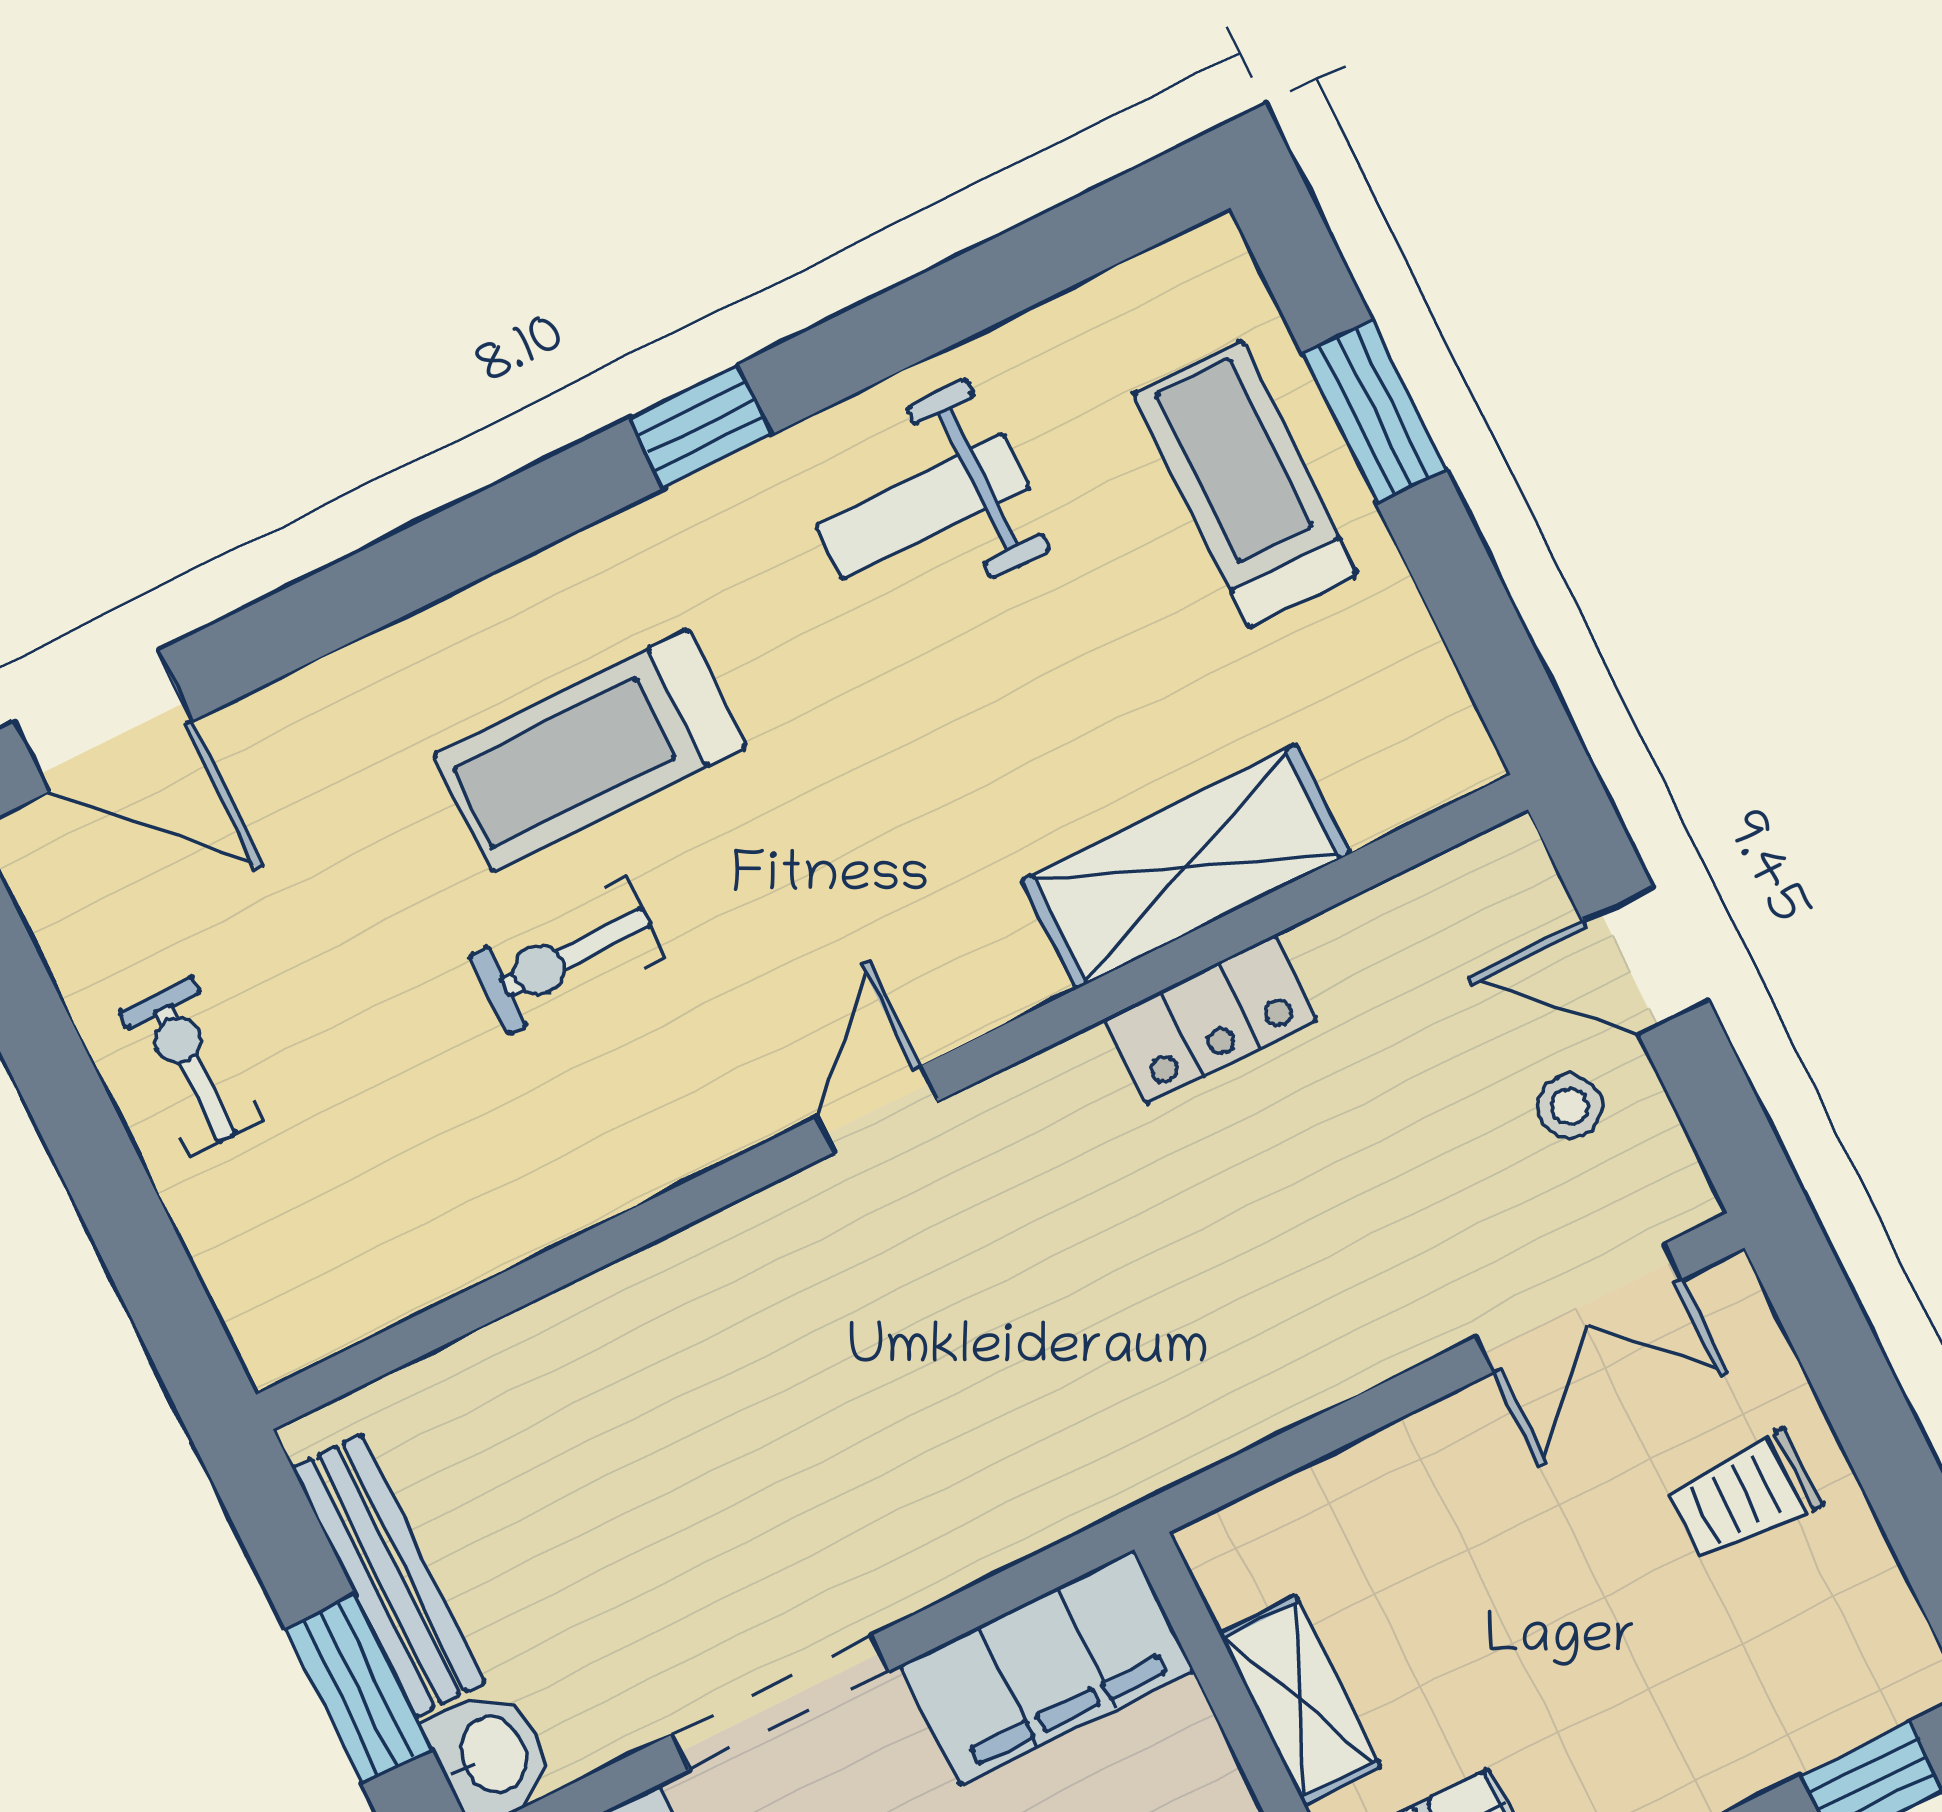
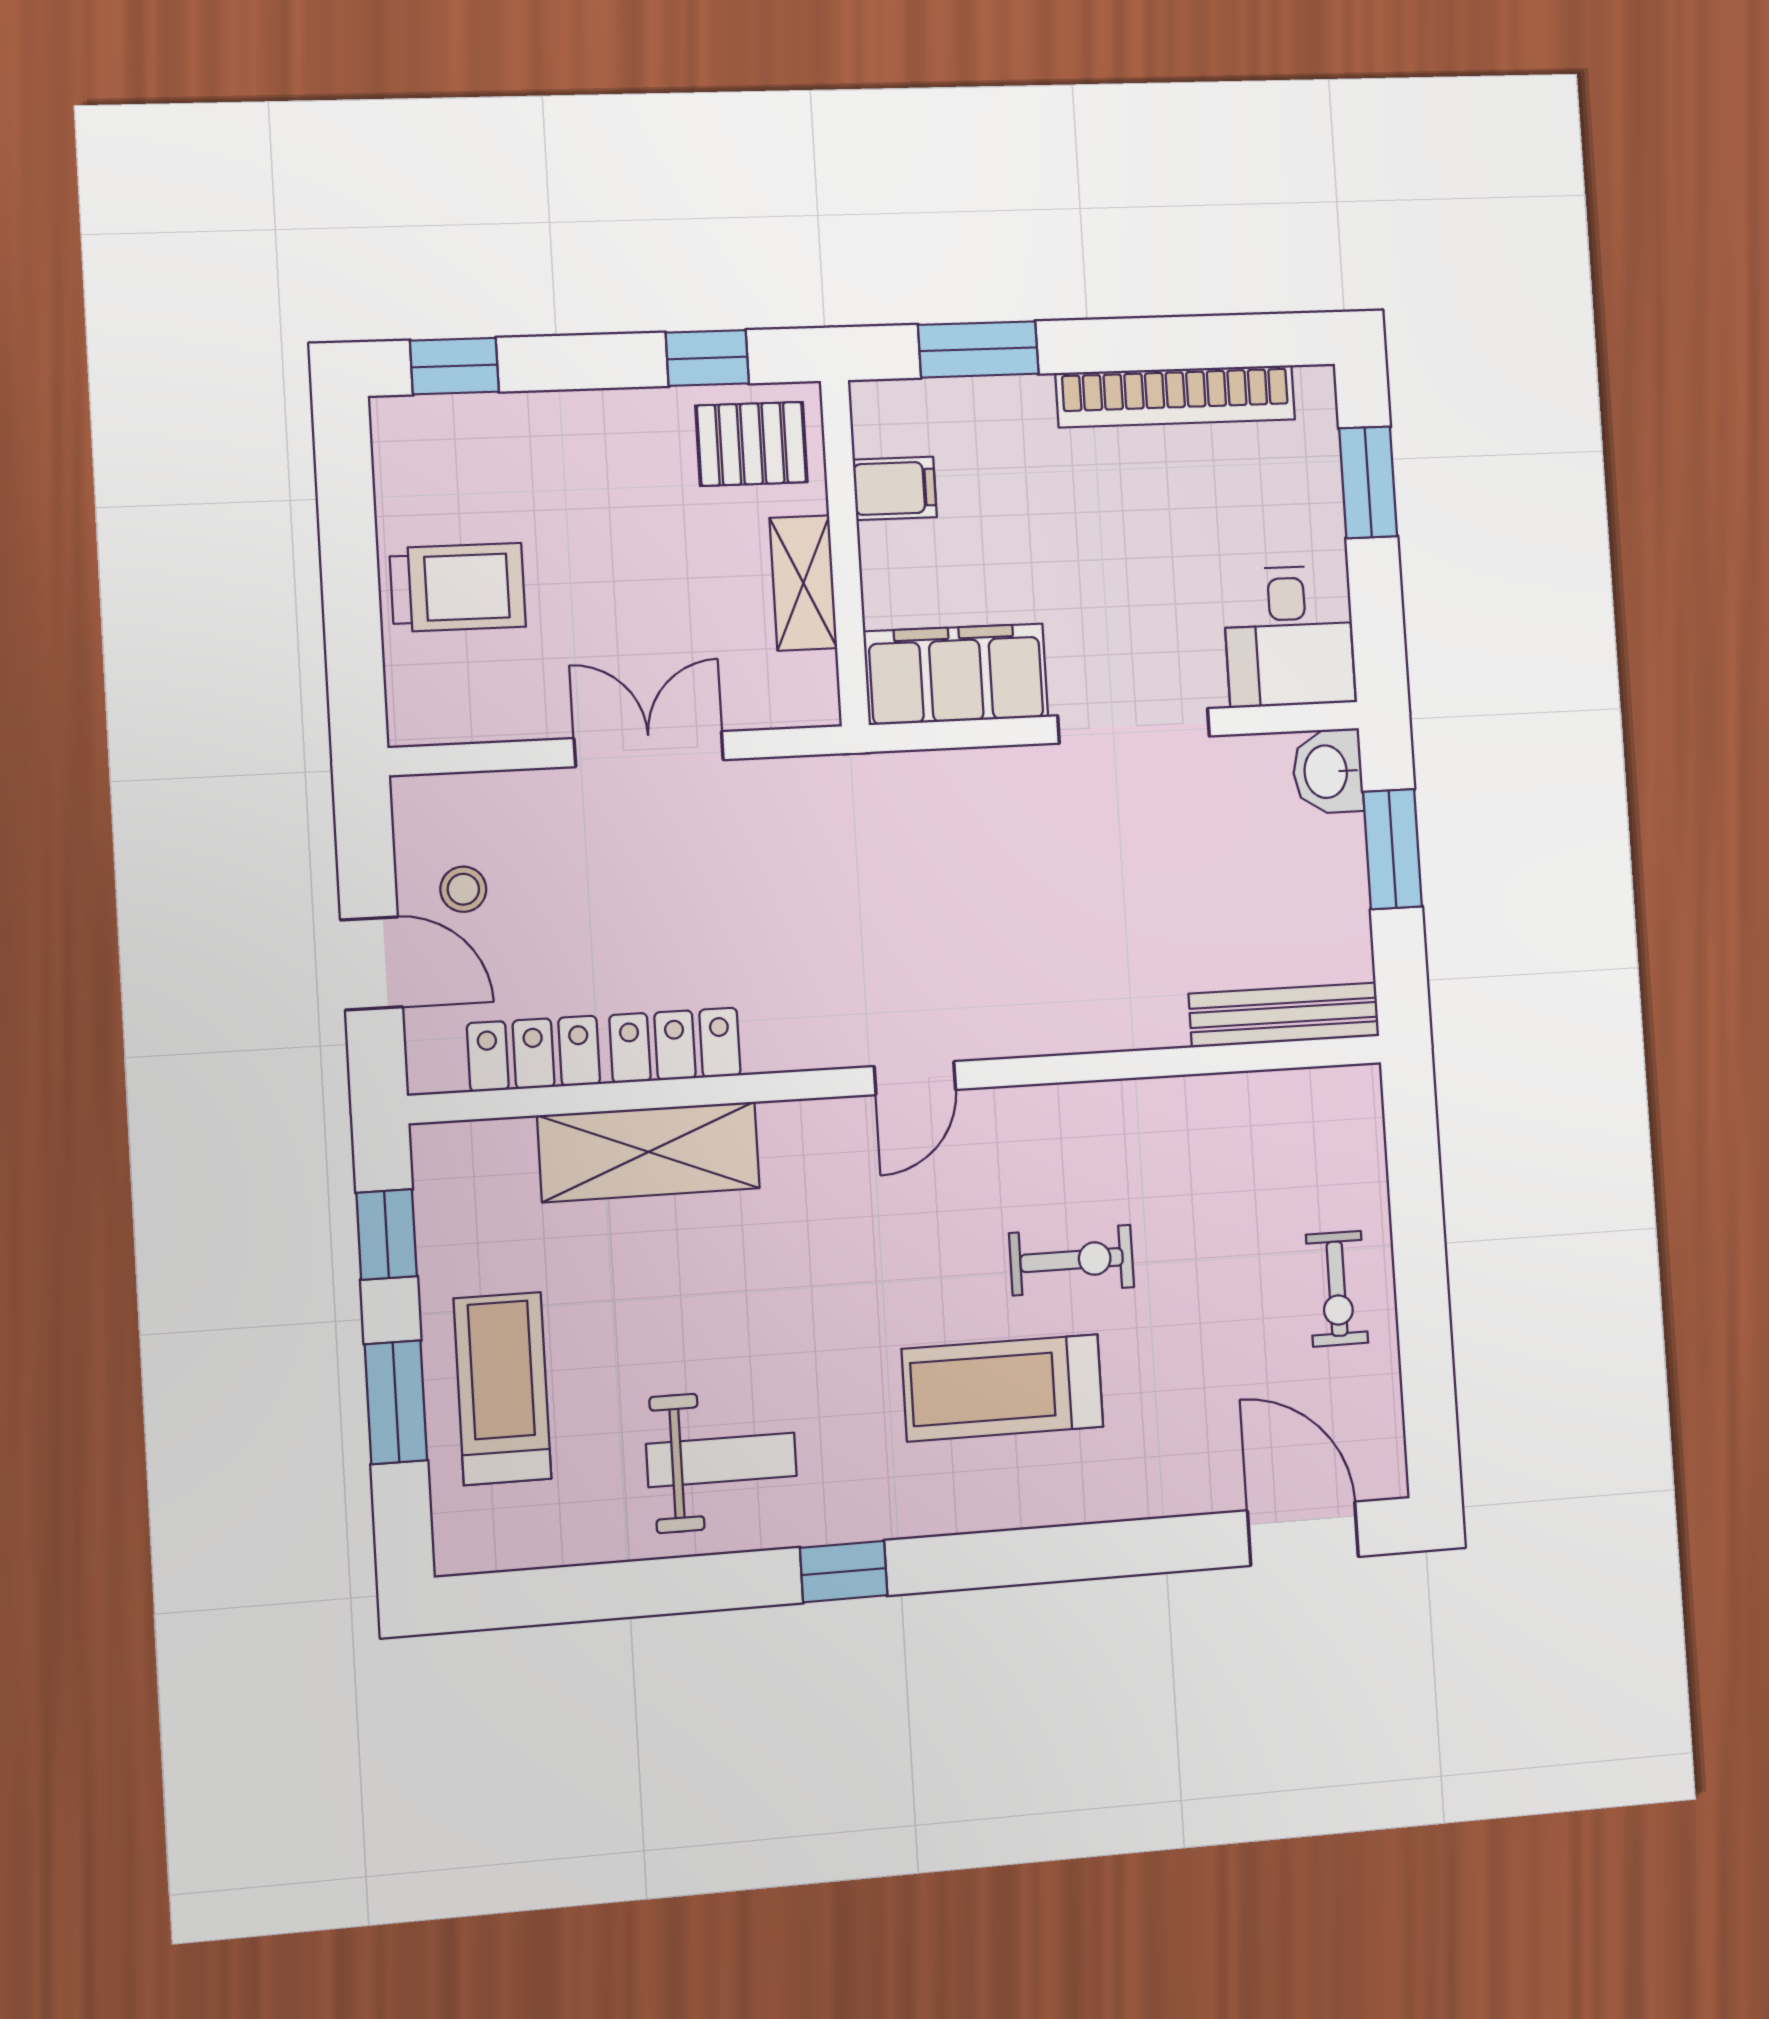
treadmill: (1245, 484) -> (502, 1389), turned 180
window: (1478, 621) -> (387, 1234), added
treadmill: (590, 750) -> (1003, 1388), turned 180
locker: (1389, 932) -> (534, 1054), added
double door: (1579, 1308) -> (649, 749), moved
trolley: (1744, 1496) -> (458, 587), width x1.36, depth x1.39
bench: (389, 1575) -> (1284, 1015), moved, turned 90

